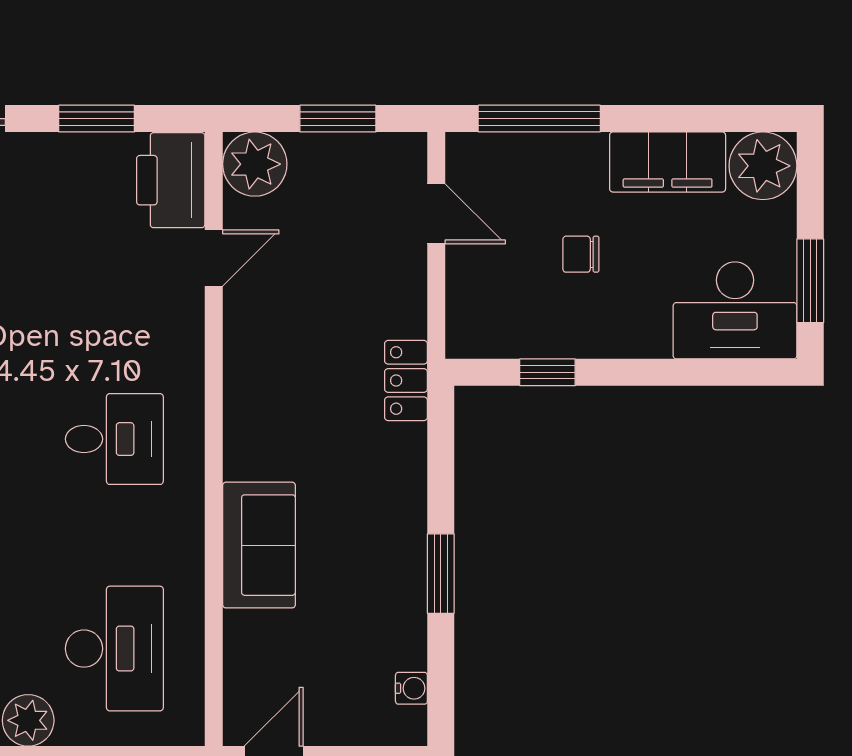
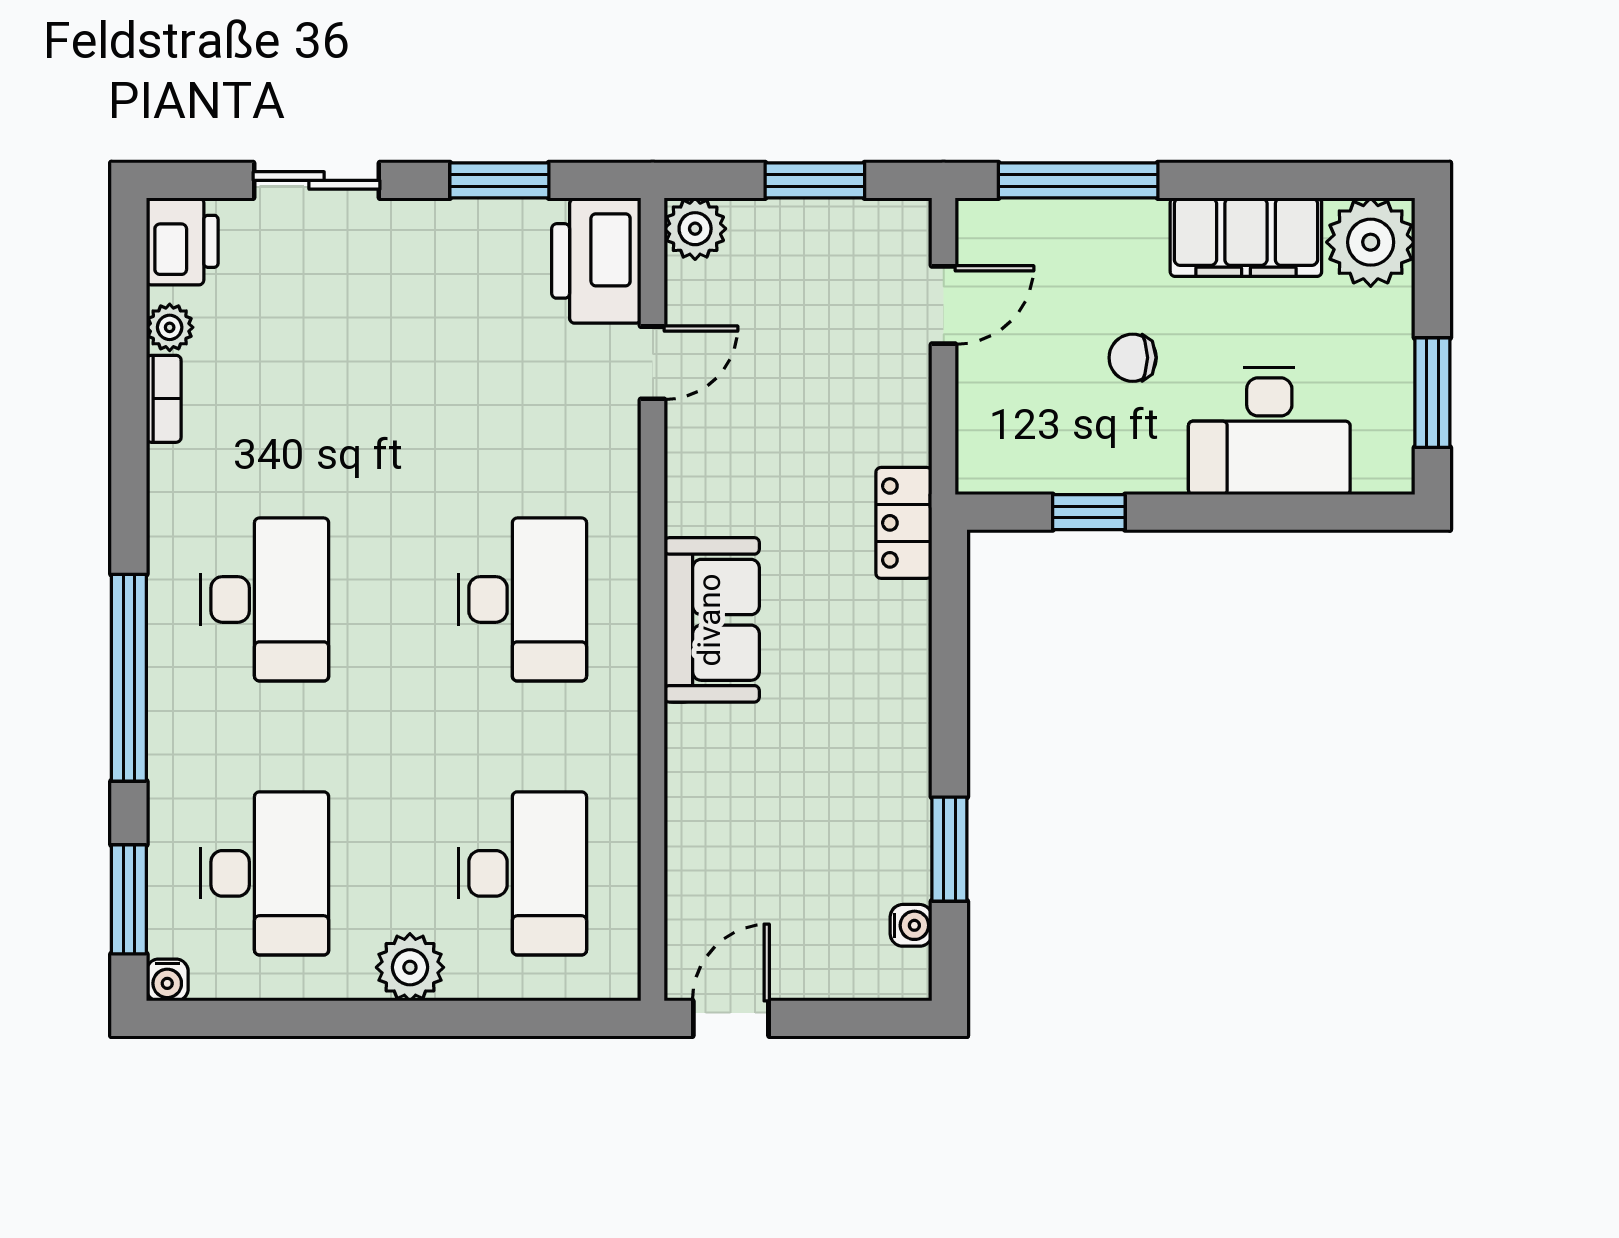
plant: (255, 164) -> (695, 229), width x0.73, depth x0.73
door: (436, 214) -> (944, 305), hinge flipped
desk: (735, 310) -> (1269, 431), moved
desk: (114, 439) -> (523, 599), width x1.37
sofa: (259, 545) -> (712, 620), moved
window: (441, 574) -> (949, 849), moved

